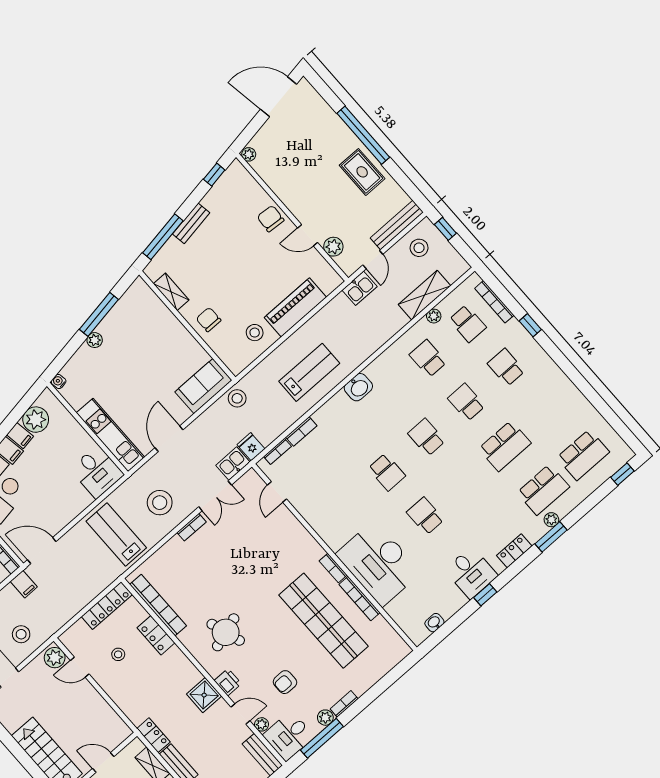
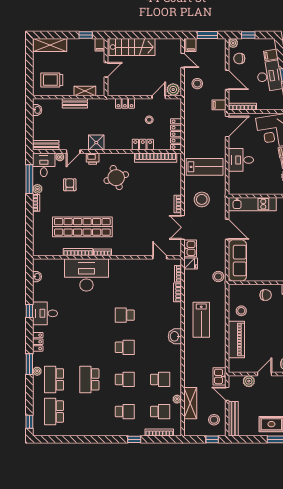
school desk: (468, 324) -> (160, 412), turned 180
sofa: (203, 386) -> (237, 260), width x1.36
desk: (97, 472) -> (241, 160), moved
school desk: (425, 516) -> (89, 315), removed
locker: (153, 735) -> (125, 103), moved

